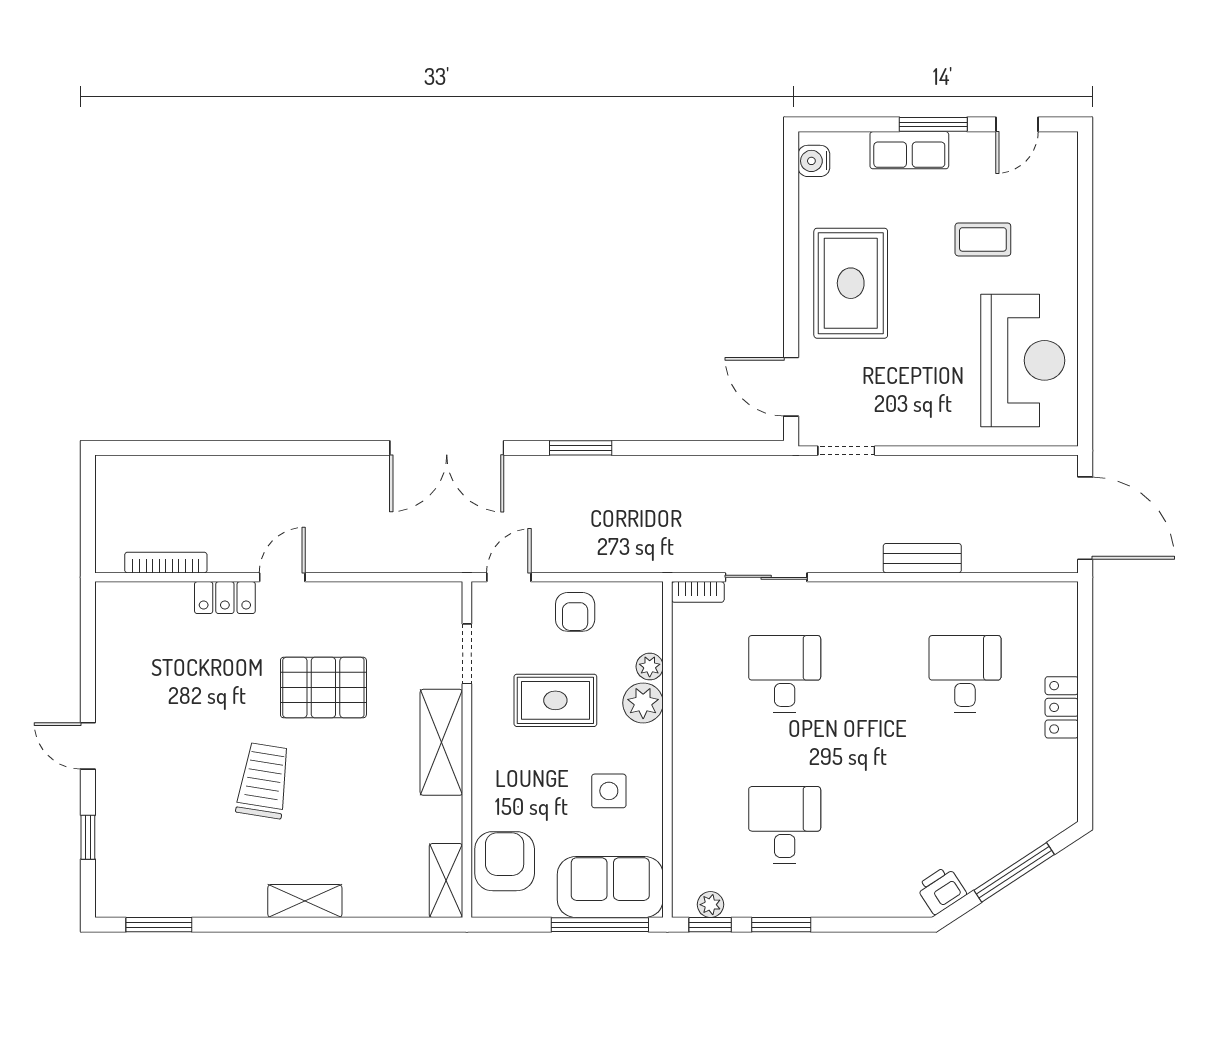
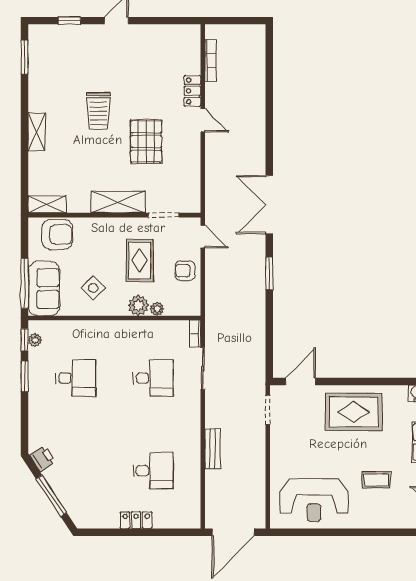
coffee table: (983, 239) -> (376, 480), turned 90
trolley: (264, 781) -> (98, 111), turned 81
side table: (609, 791) -> (93, 288), turned 45

